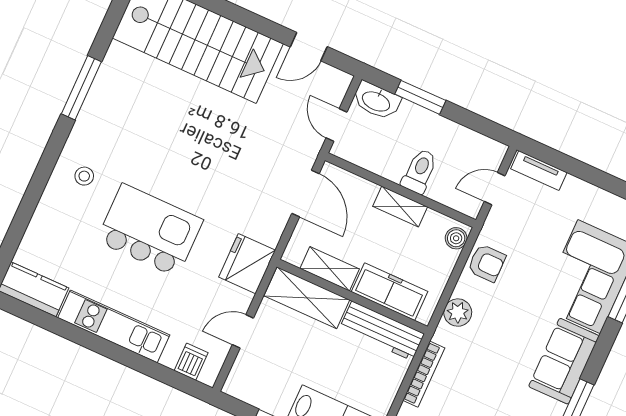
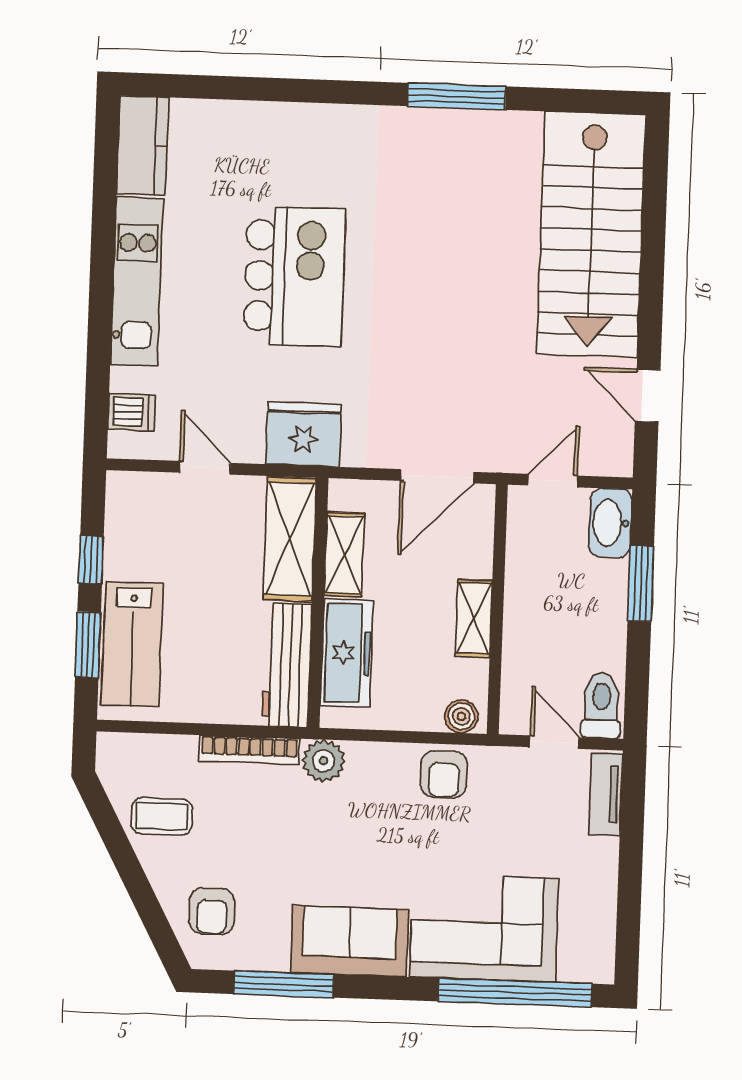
toilet: (419, 171) -> (601, 705), moved, turned -90
stool: (84, 176) -> (333, 152), removed
plant: (458, 313) -> (323, 761), moved

